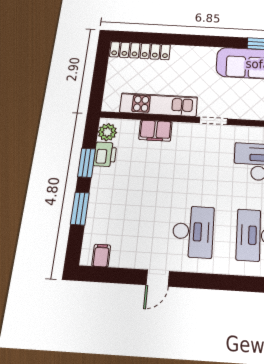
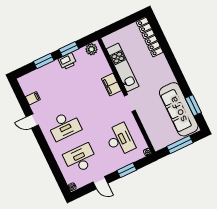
filing cabinet: (156, 131) -> (111, 85), moved
printer: (105, 154) -> (67, 61), moved
filing cabinet: (101, 256) -> (33, 98), moved

